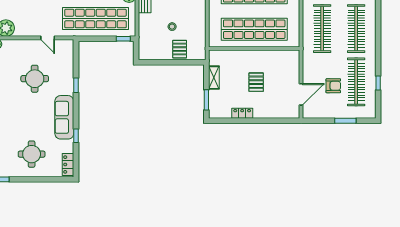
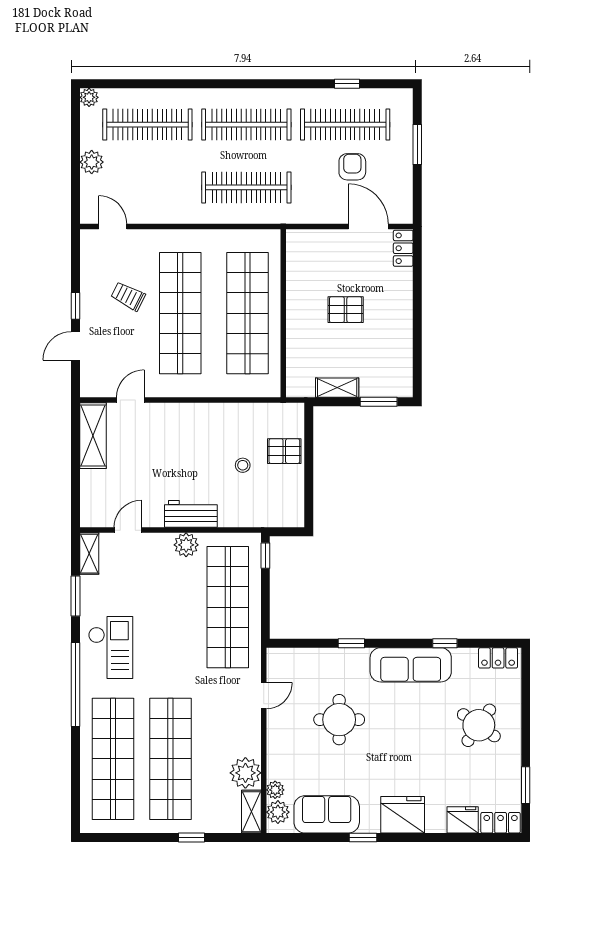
locker: (242, 113) -> (403, 248), moved
round table: (32, 154) -> (479, 725), turned 35

